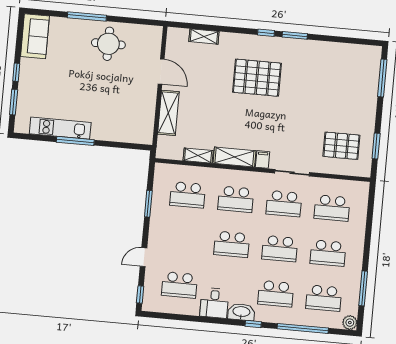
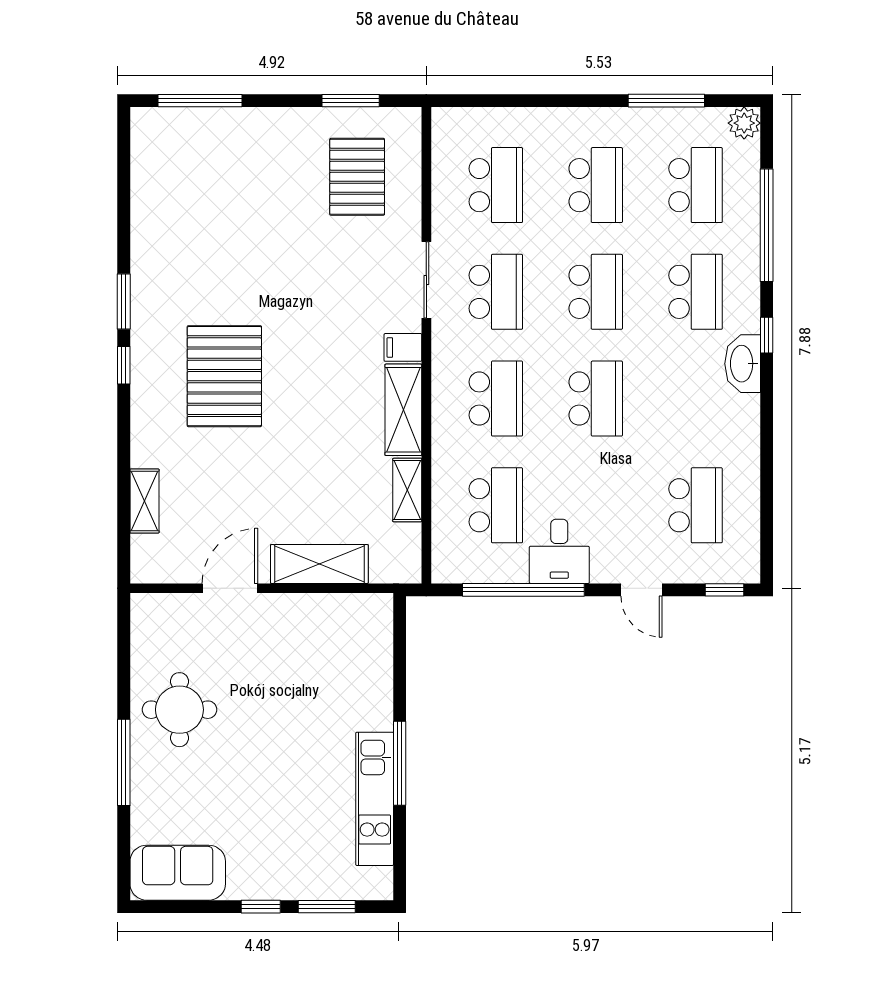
window: (148, 204) -> (523, 590), width x2.11
desk: (214, 303) -> (559, 551), moved, turned 90

